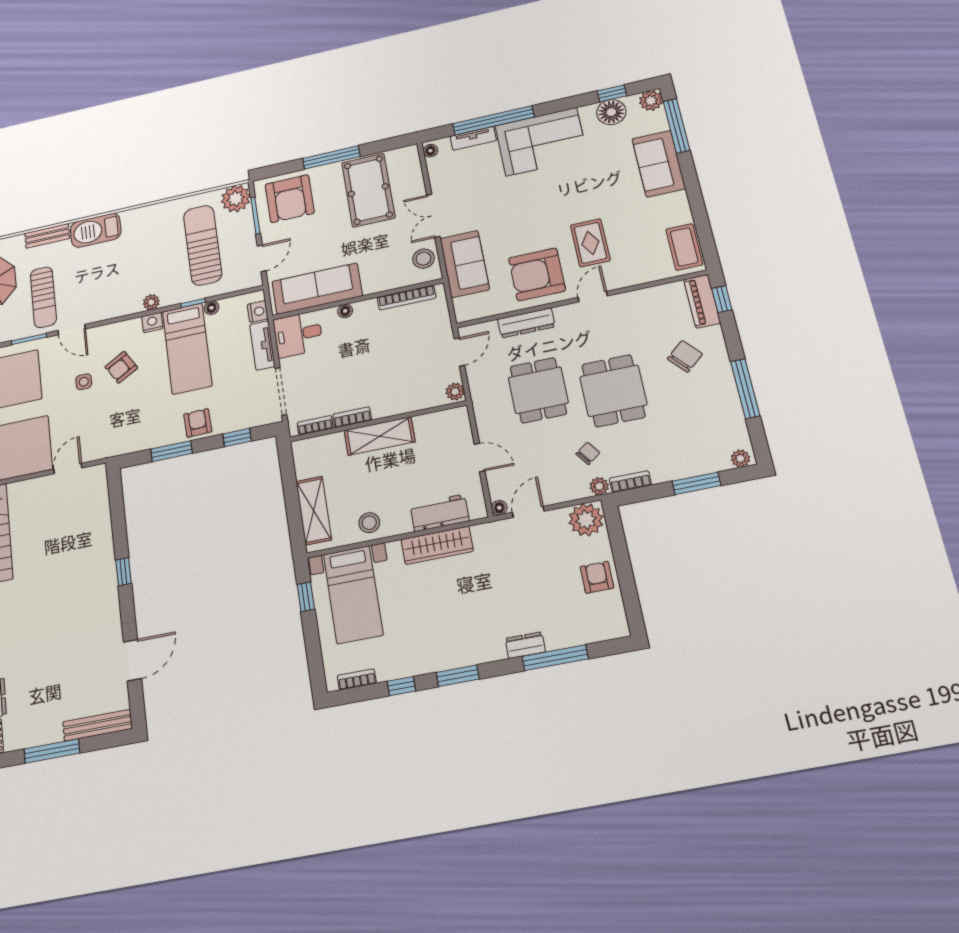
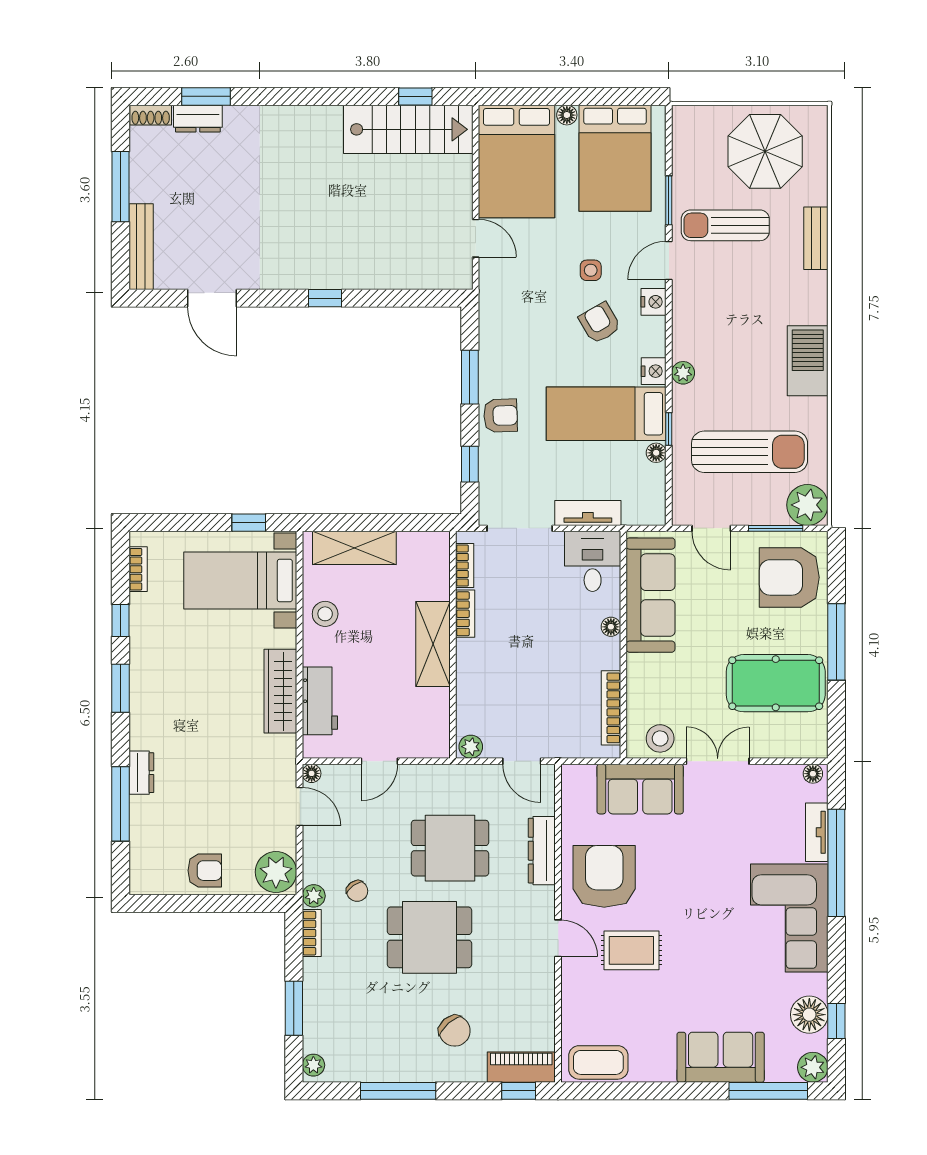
barbecue: (96, 230) -> (808, 361), moved
nightstand: (258, 312) -> (654, 302), moved, turned -90

